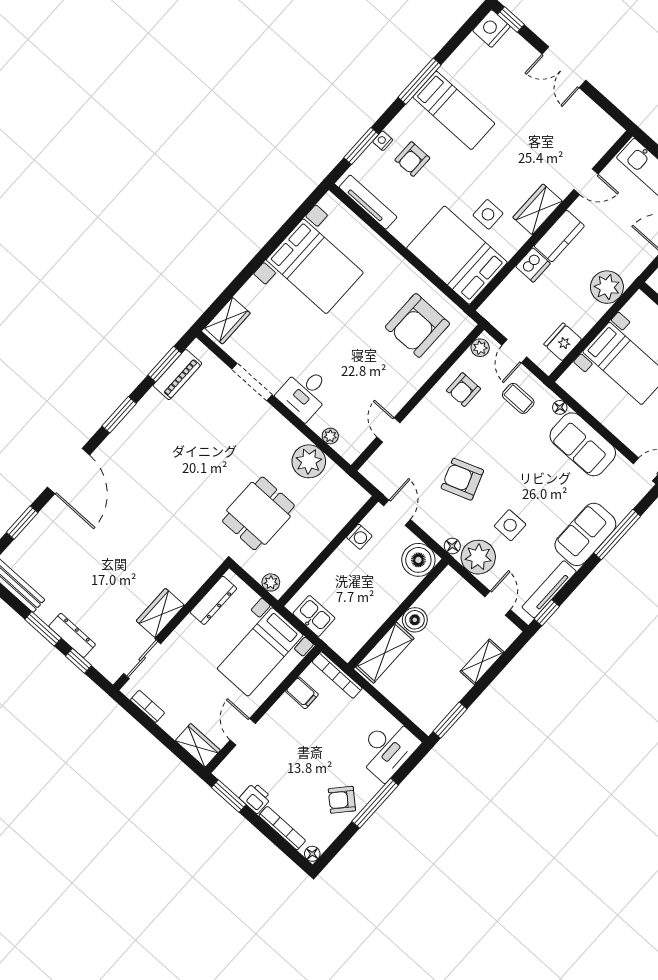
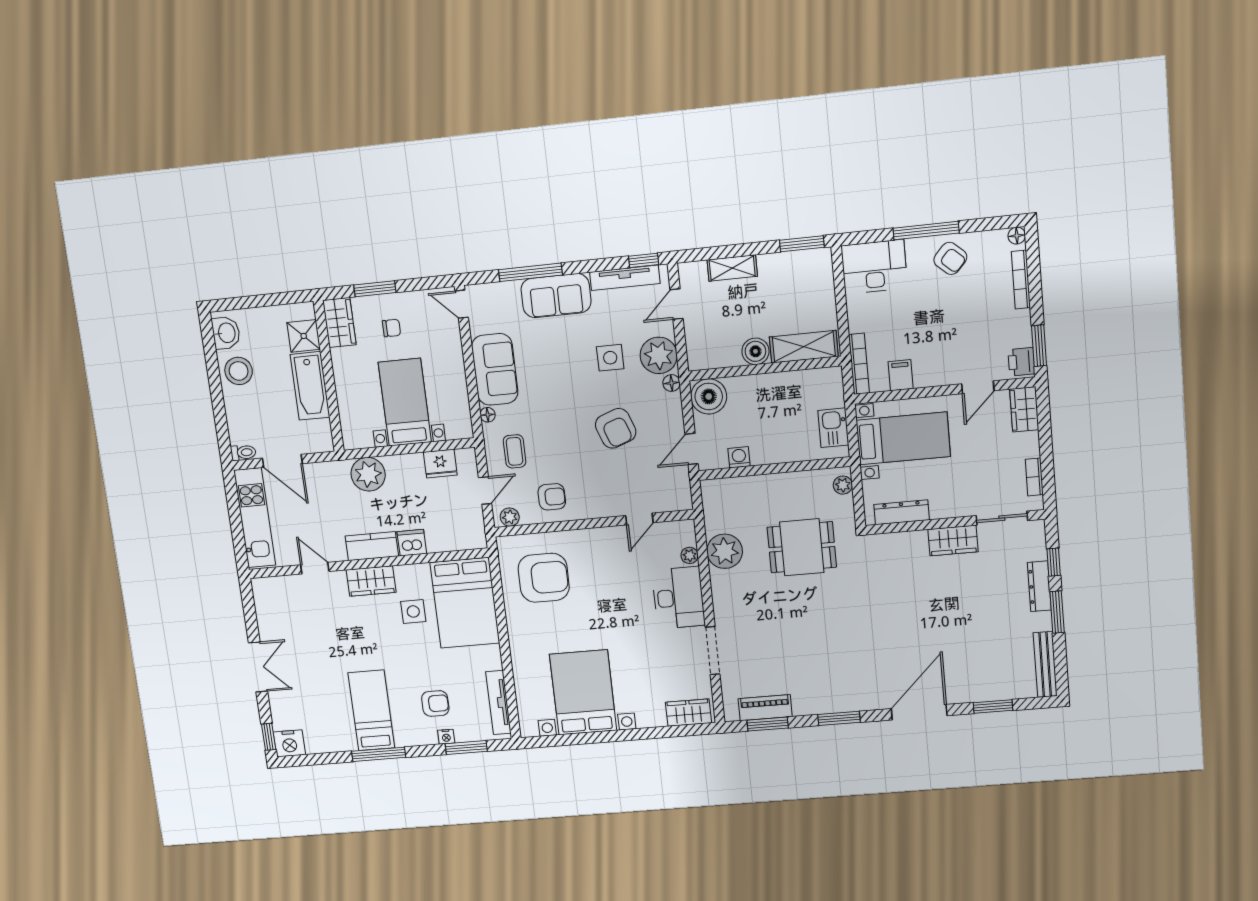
desk: (305, 393) -> (678, 598), width x1.37
printer: (255, 798) -> (1021, 362), moved

